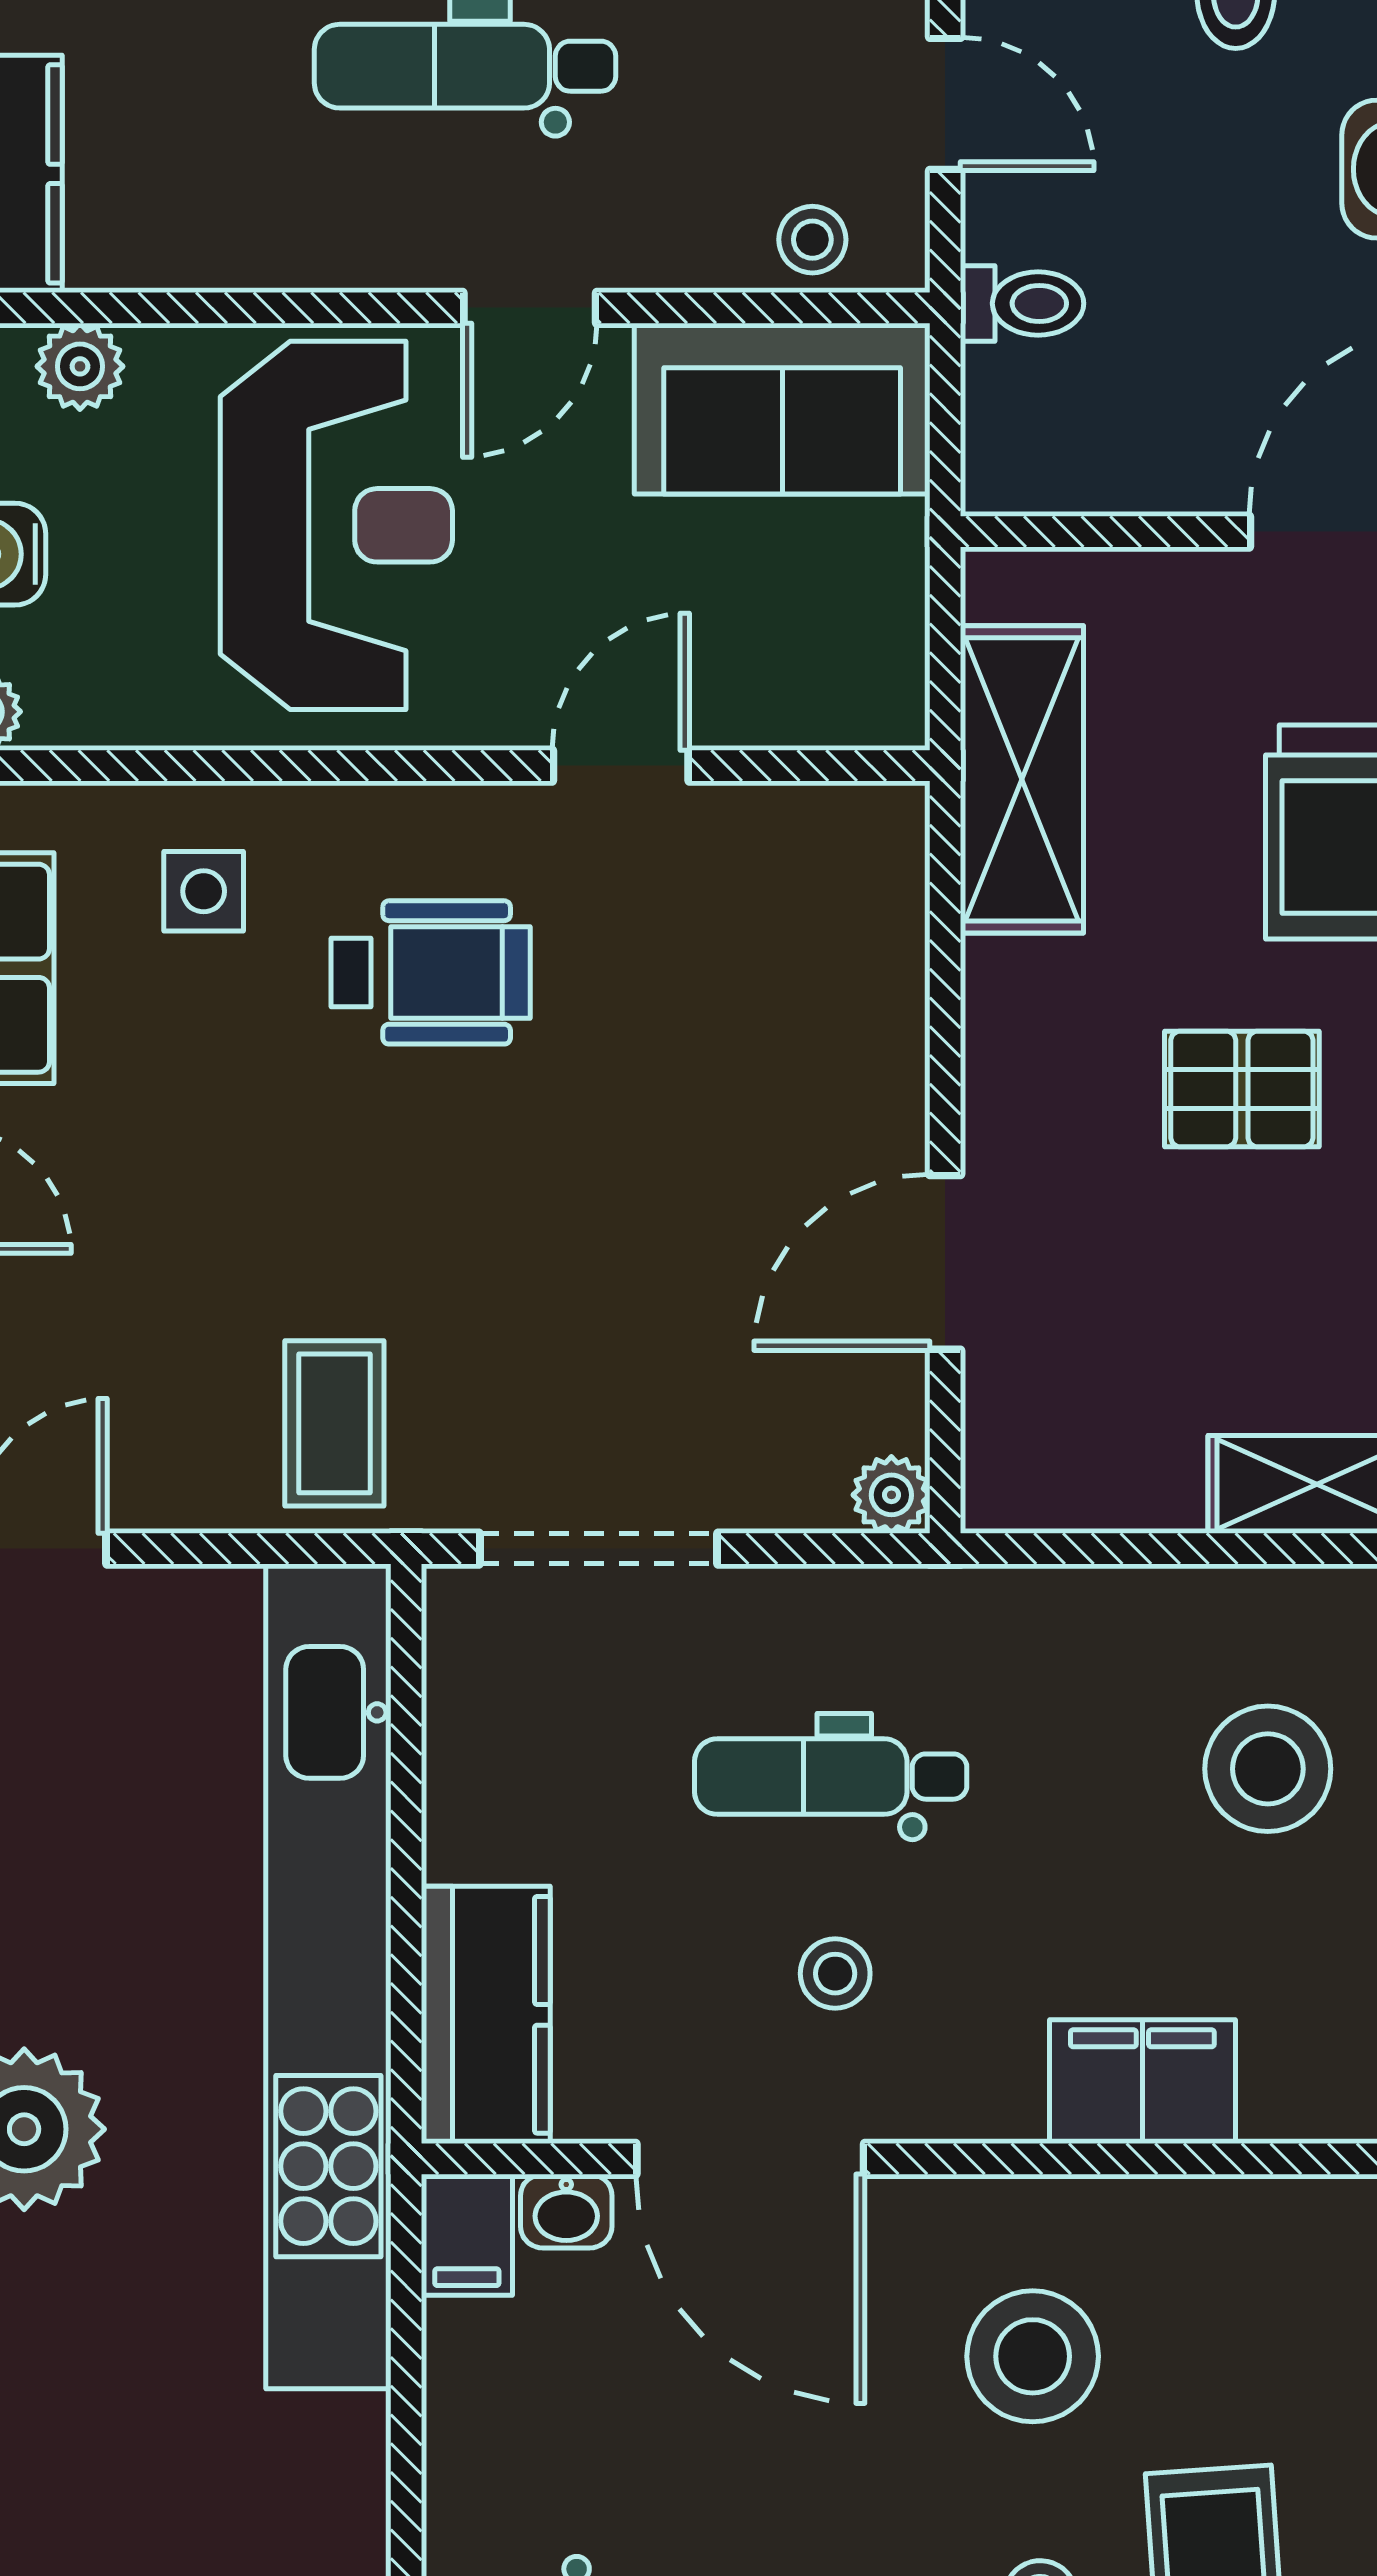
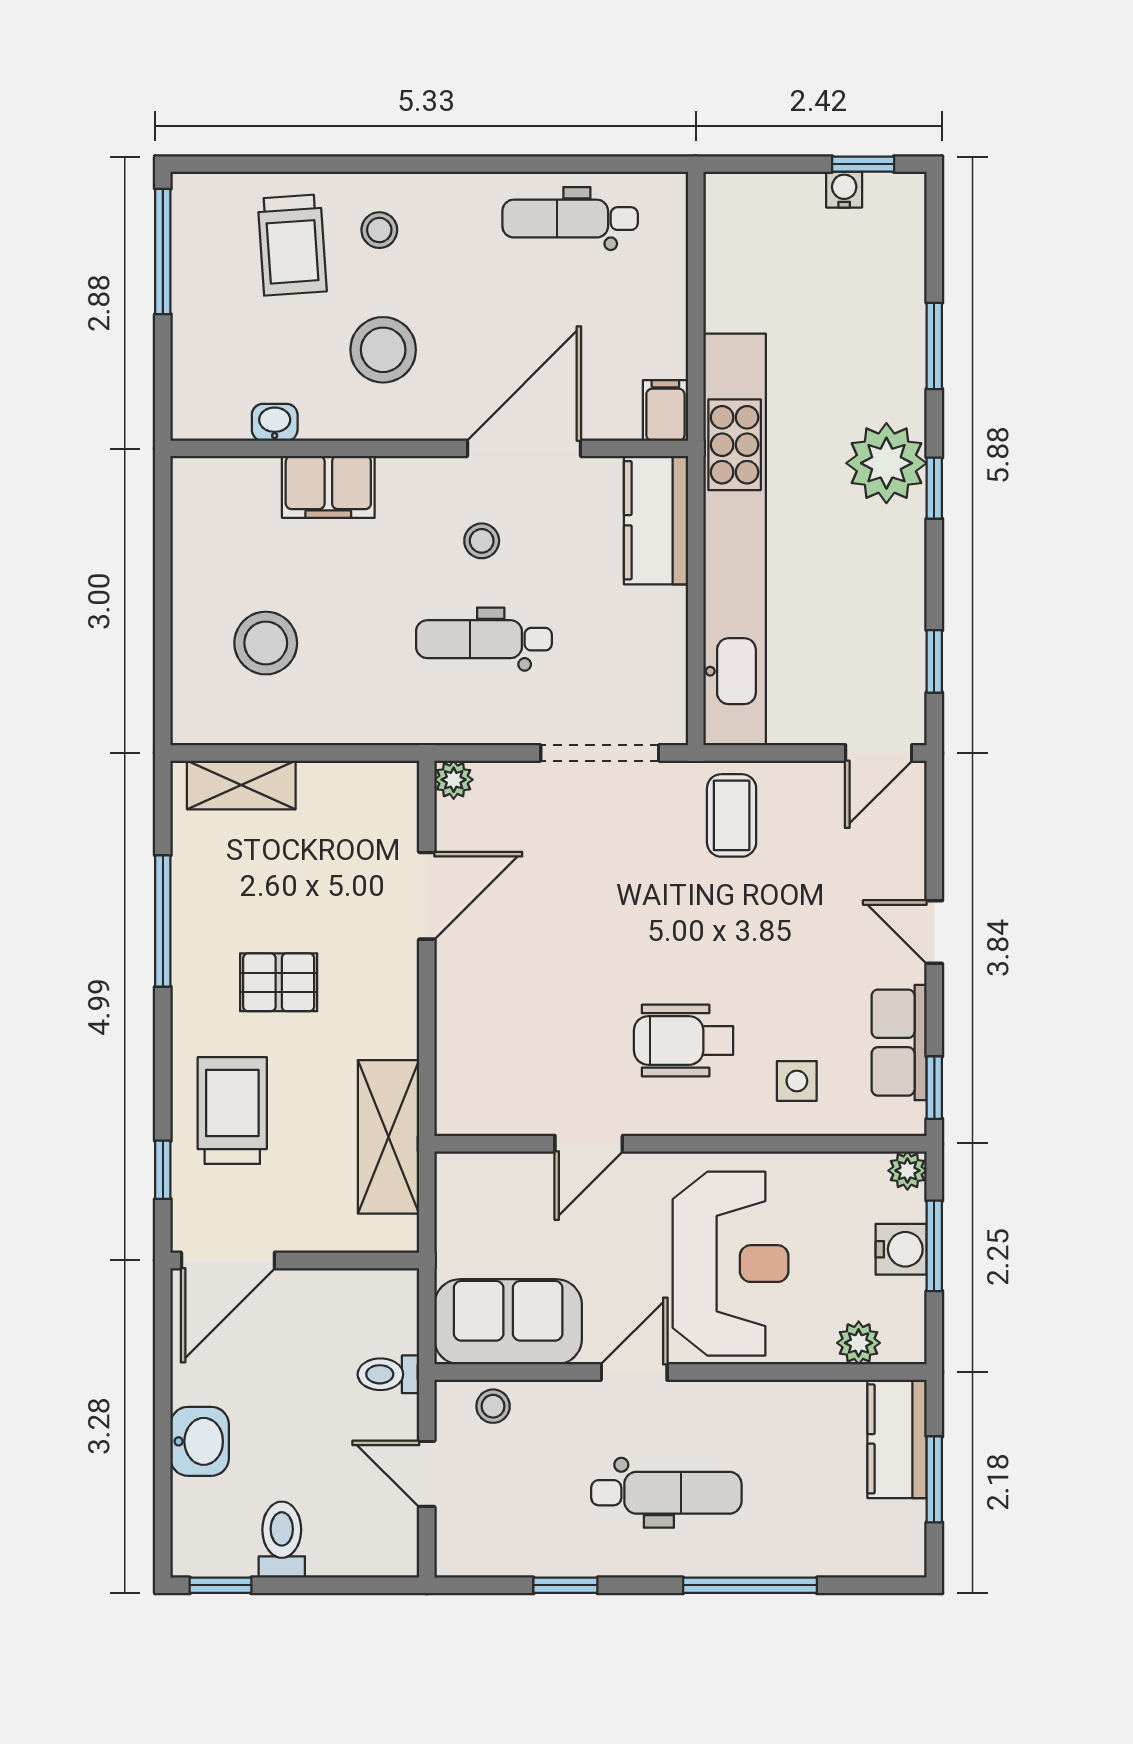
reception desk: (336, 525) -> (731, 1264), turned 180
dental chair: (831, 1777) -> (484, 639), turned 180
door: (750, 2159) -> (524, 448), hinge flipped
washbasin: (566, 2211) -> (275, 422), moved

